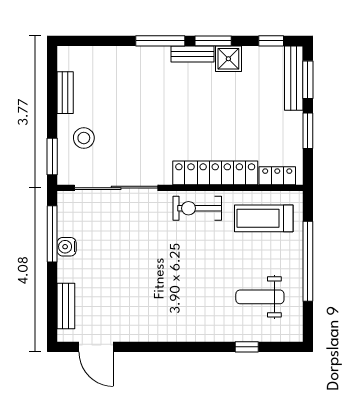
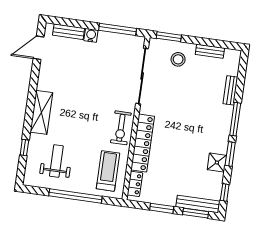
bench: (192, 54) -> (230, 90), moved
exercise bike: (197, 208) -> (121, 128), turned 180
water cooler: (67, 247) -> (91, 35), moved
shelving: (191, 329) -> (41, 112), added

